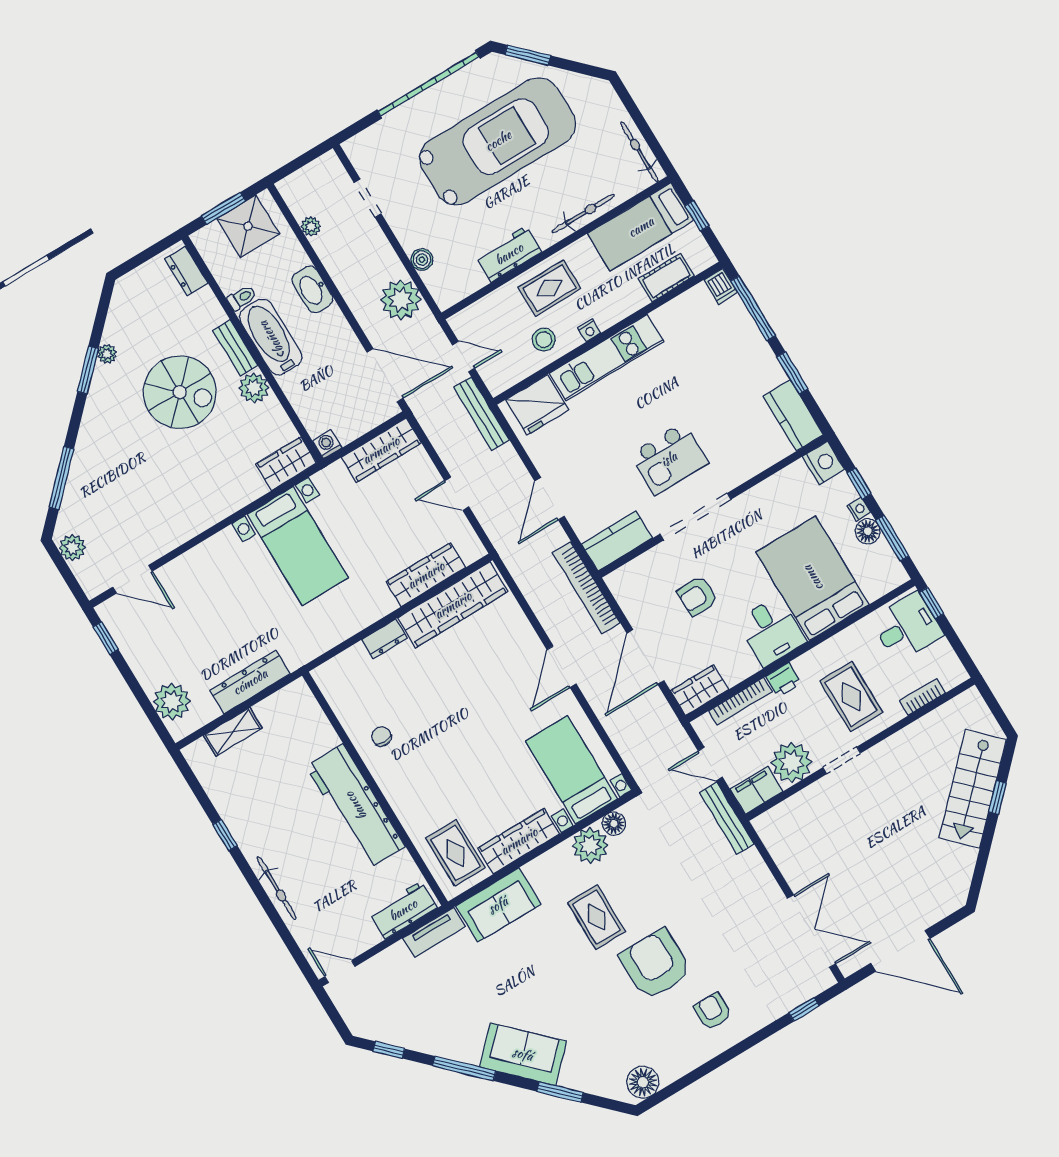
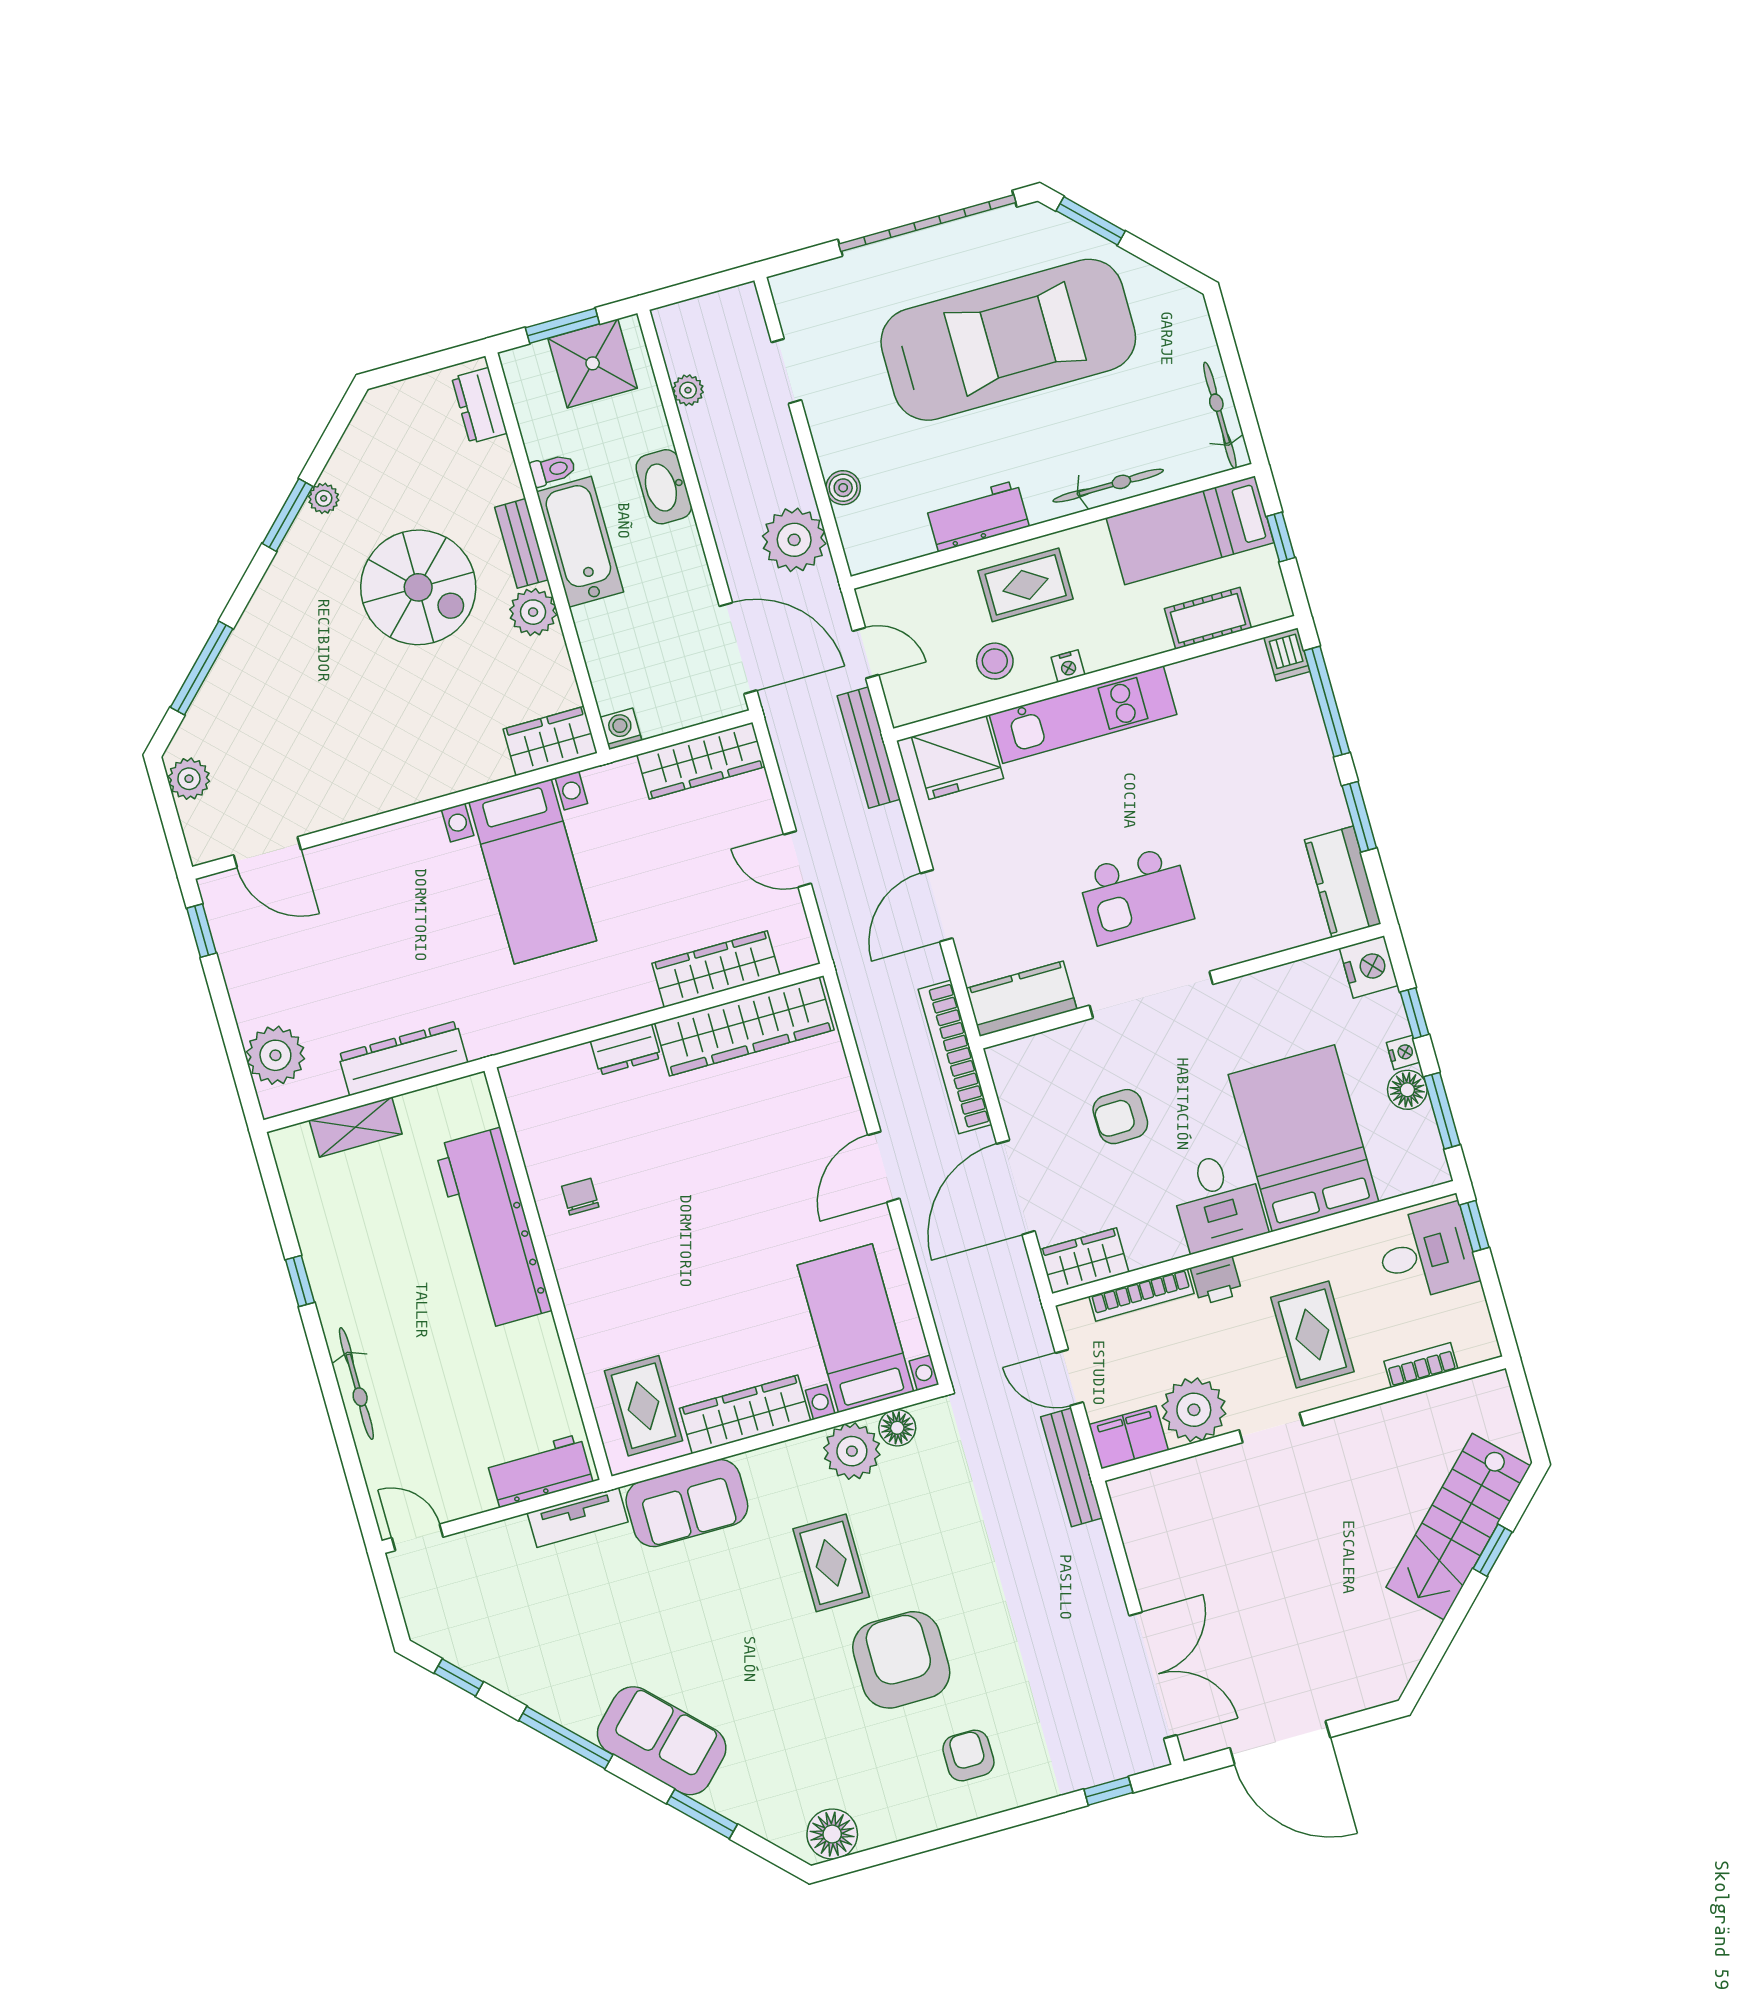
workbench: (356, 806) -> (493, 1228), moved

